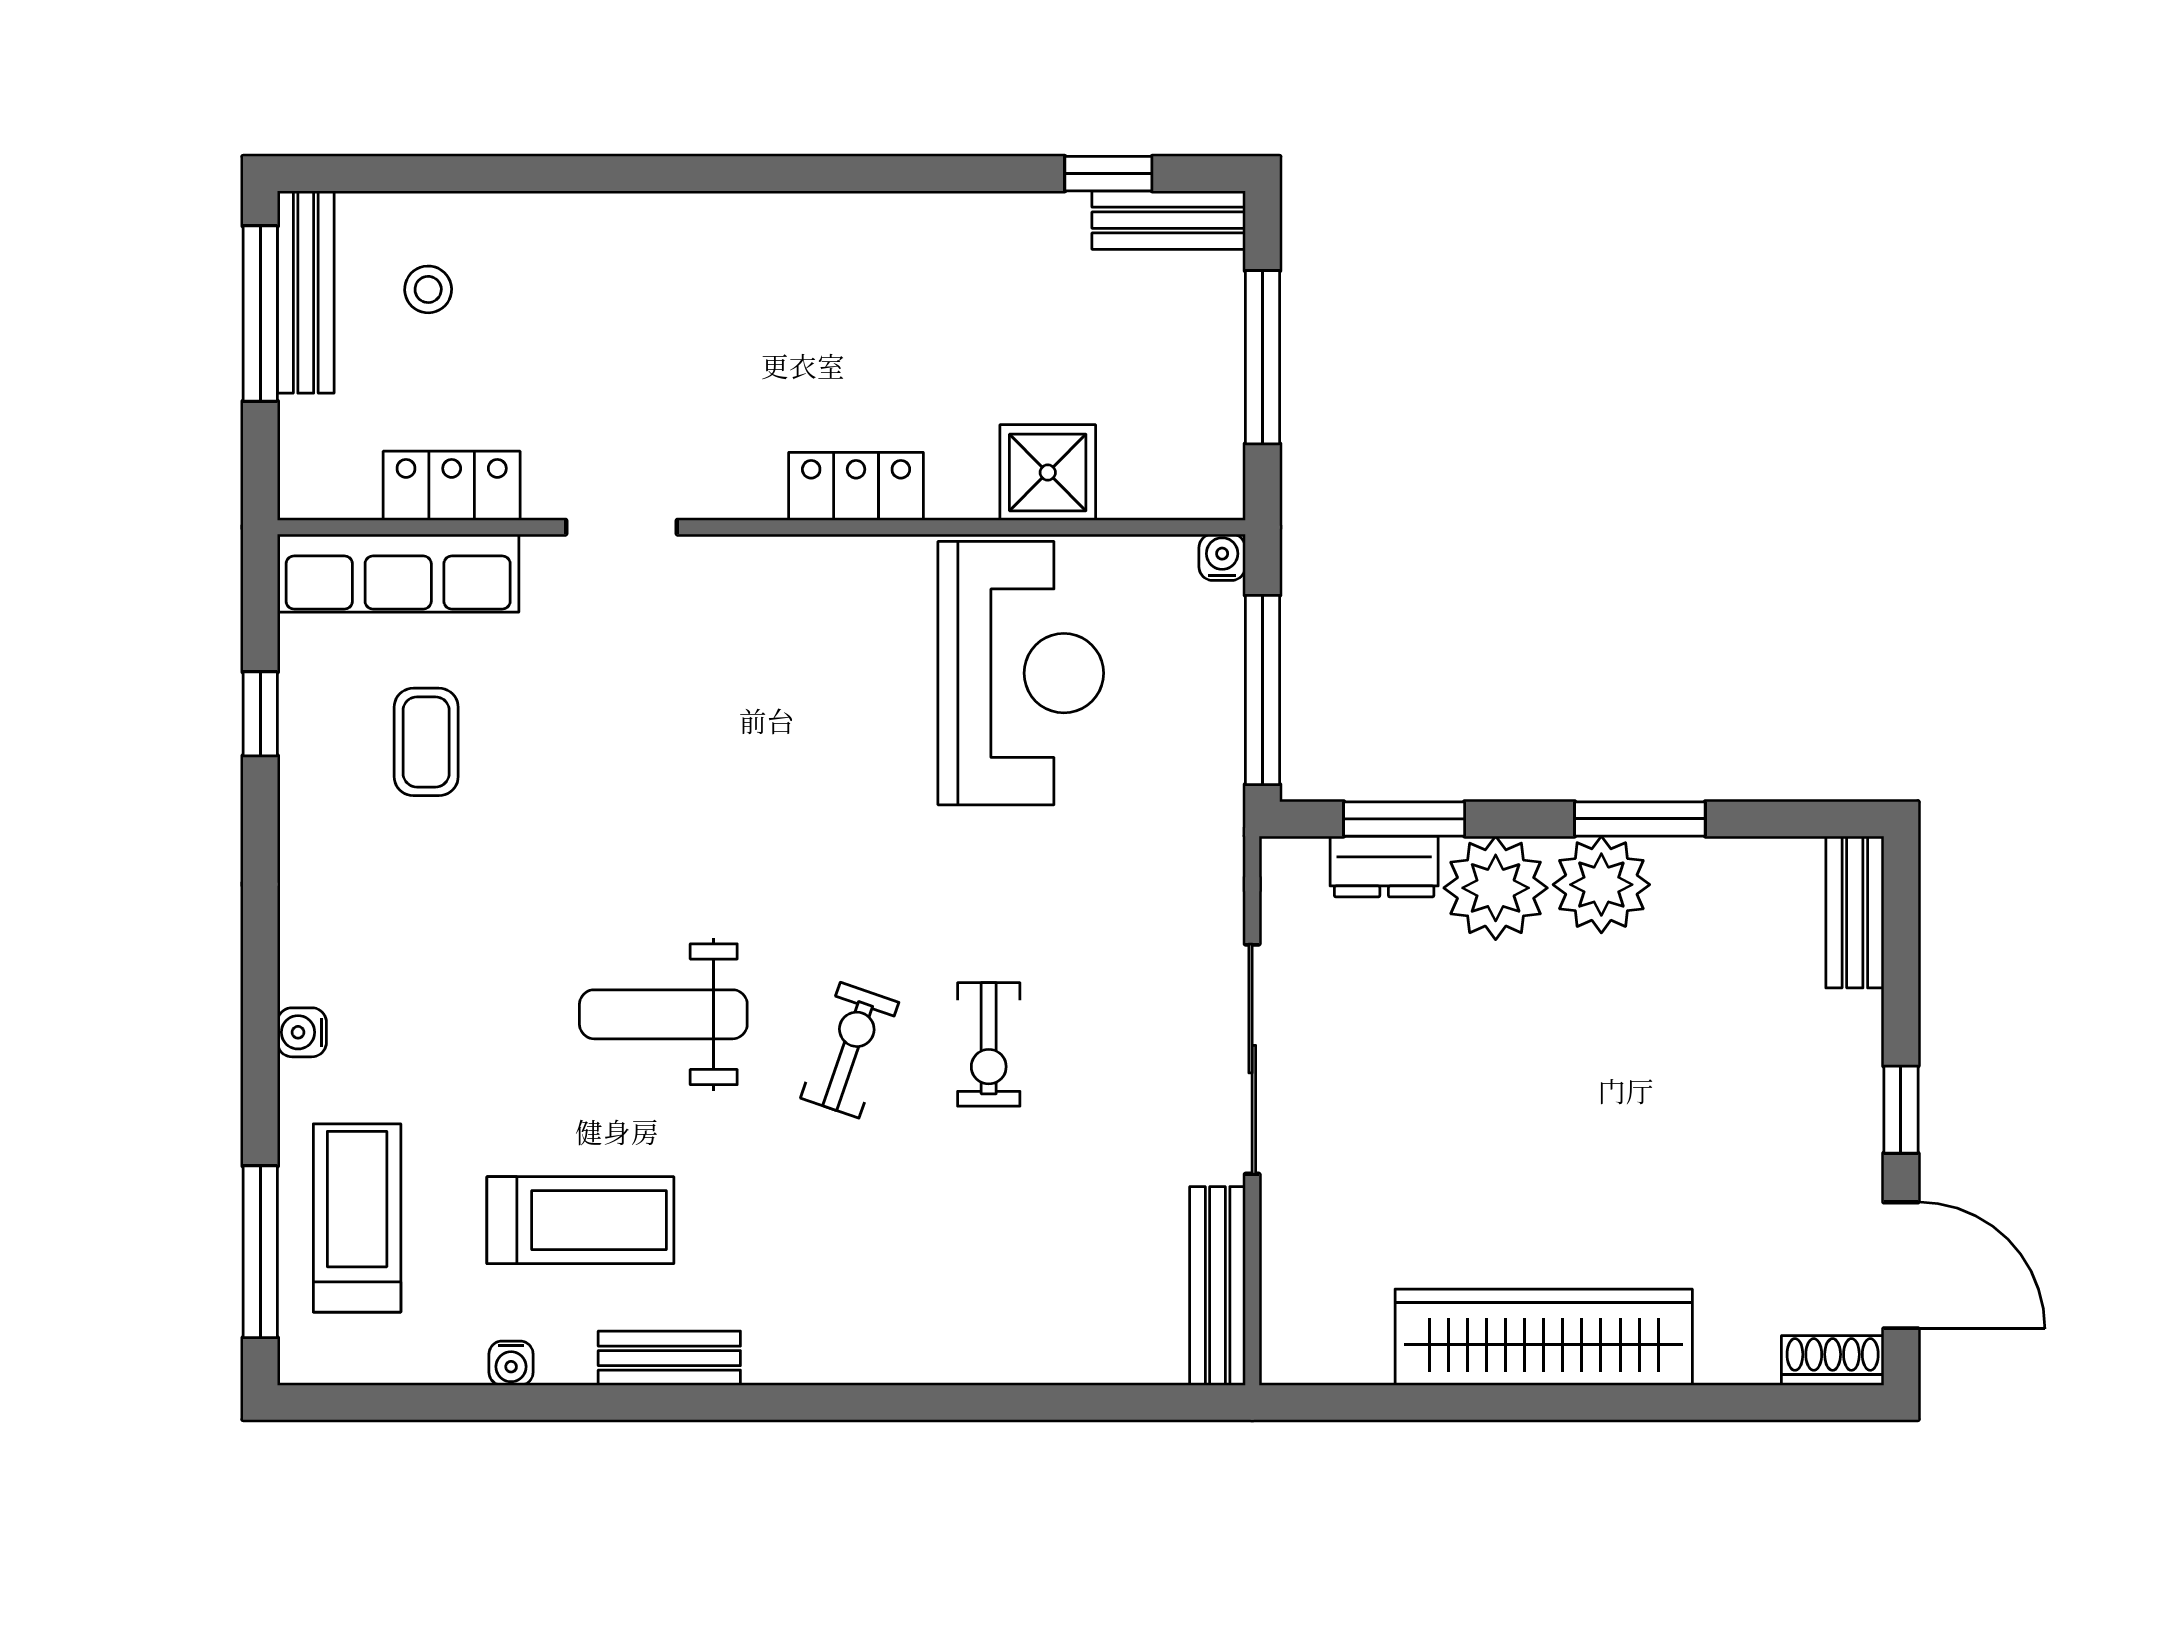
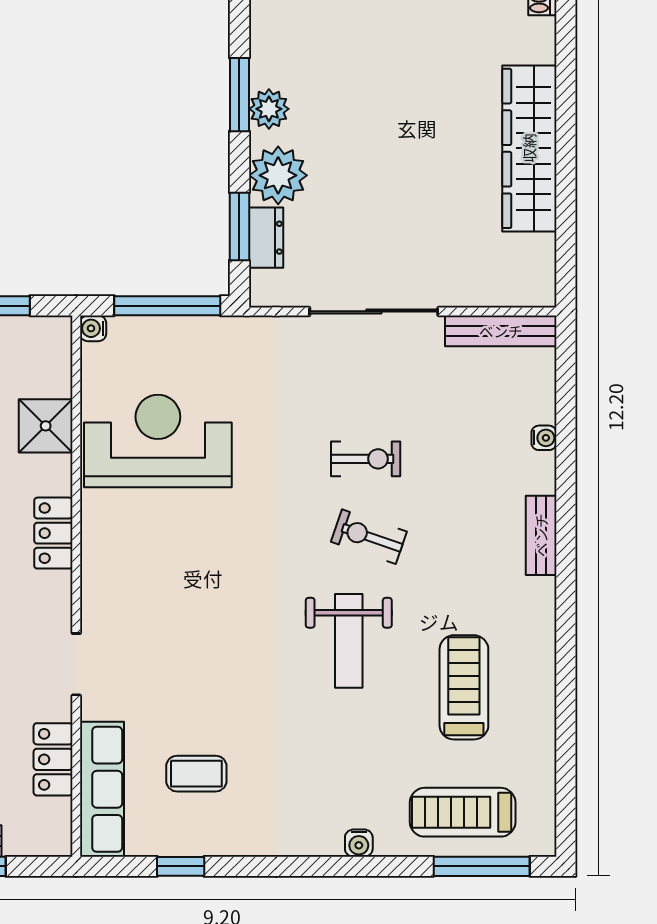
plant: (1601, 885) -> (269, 109), width x0.73, depth x0.73
bench: (669, 1358) -> (541, 535), moved
water cooler: (511, 1363) -> (544, 438), moved

